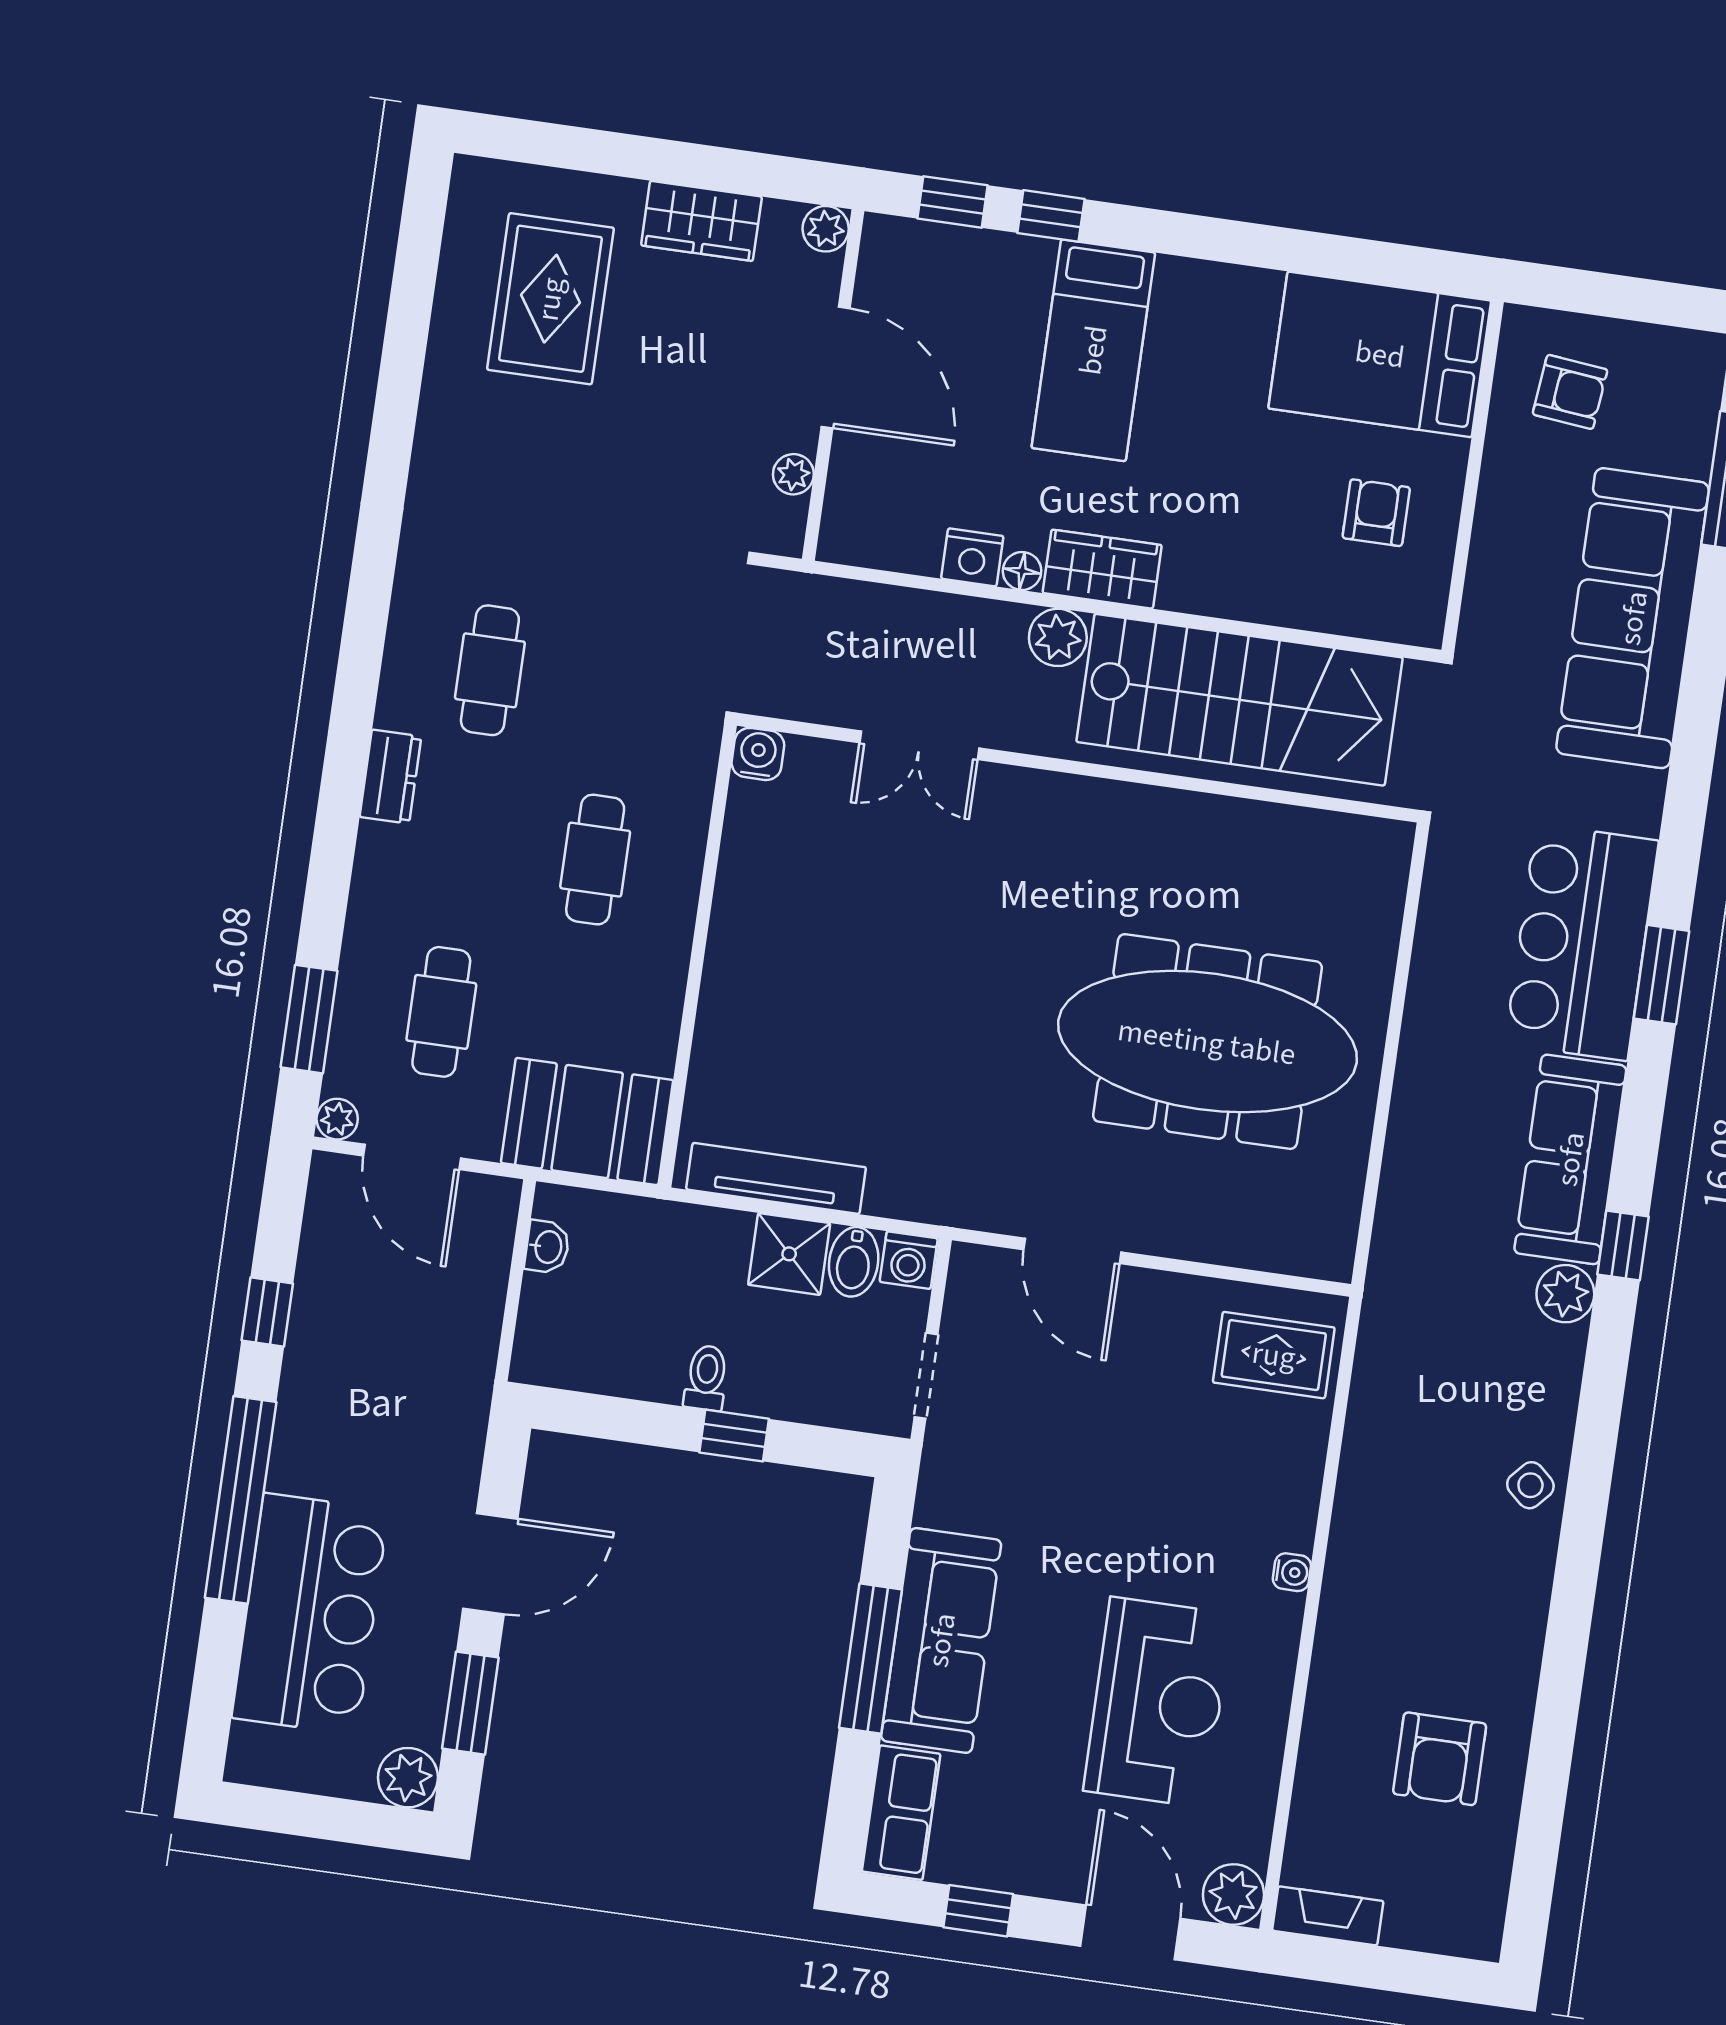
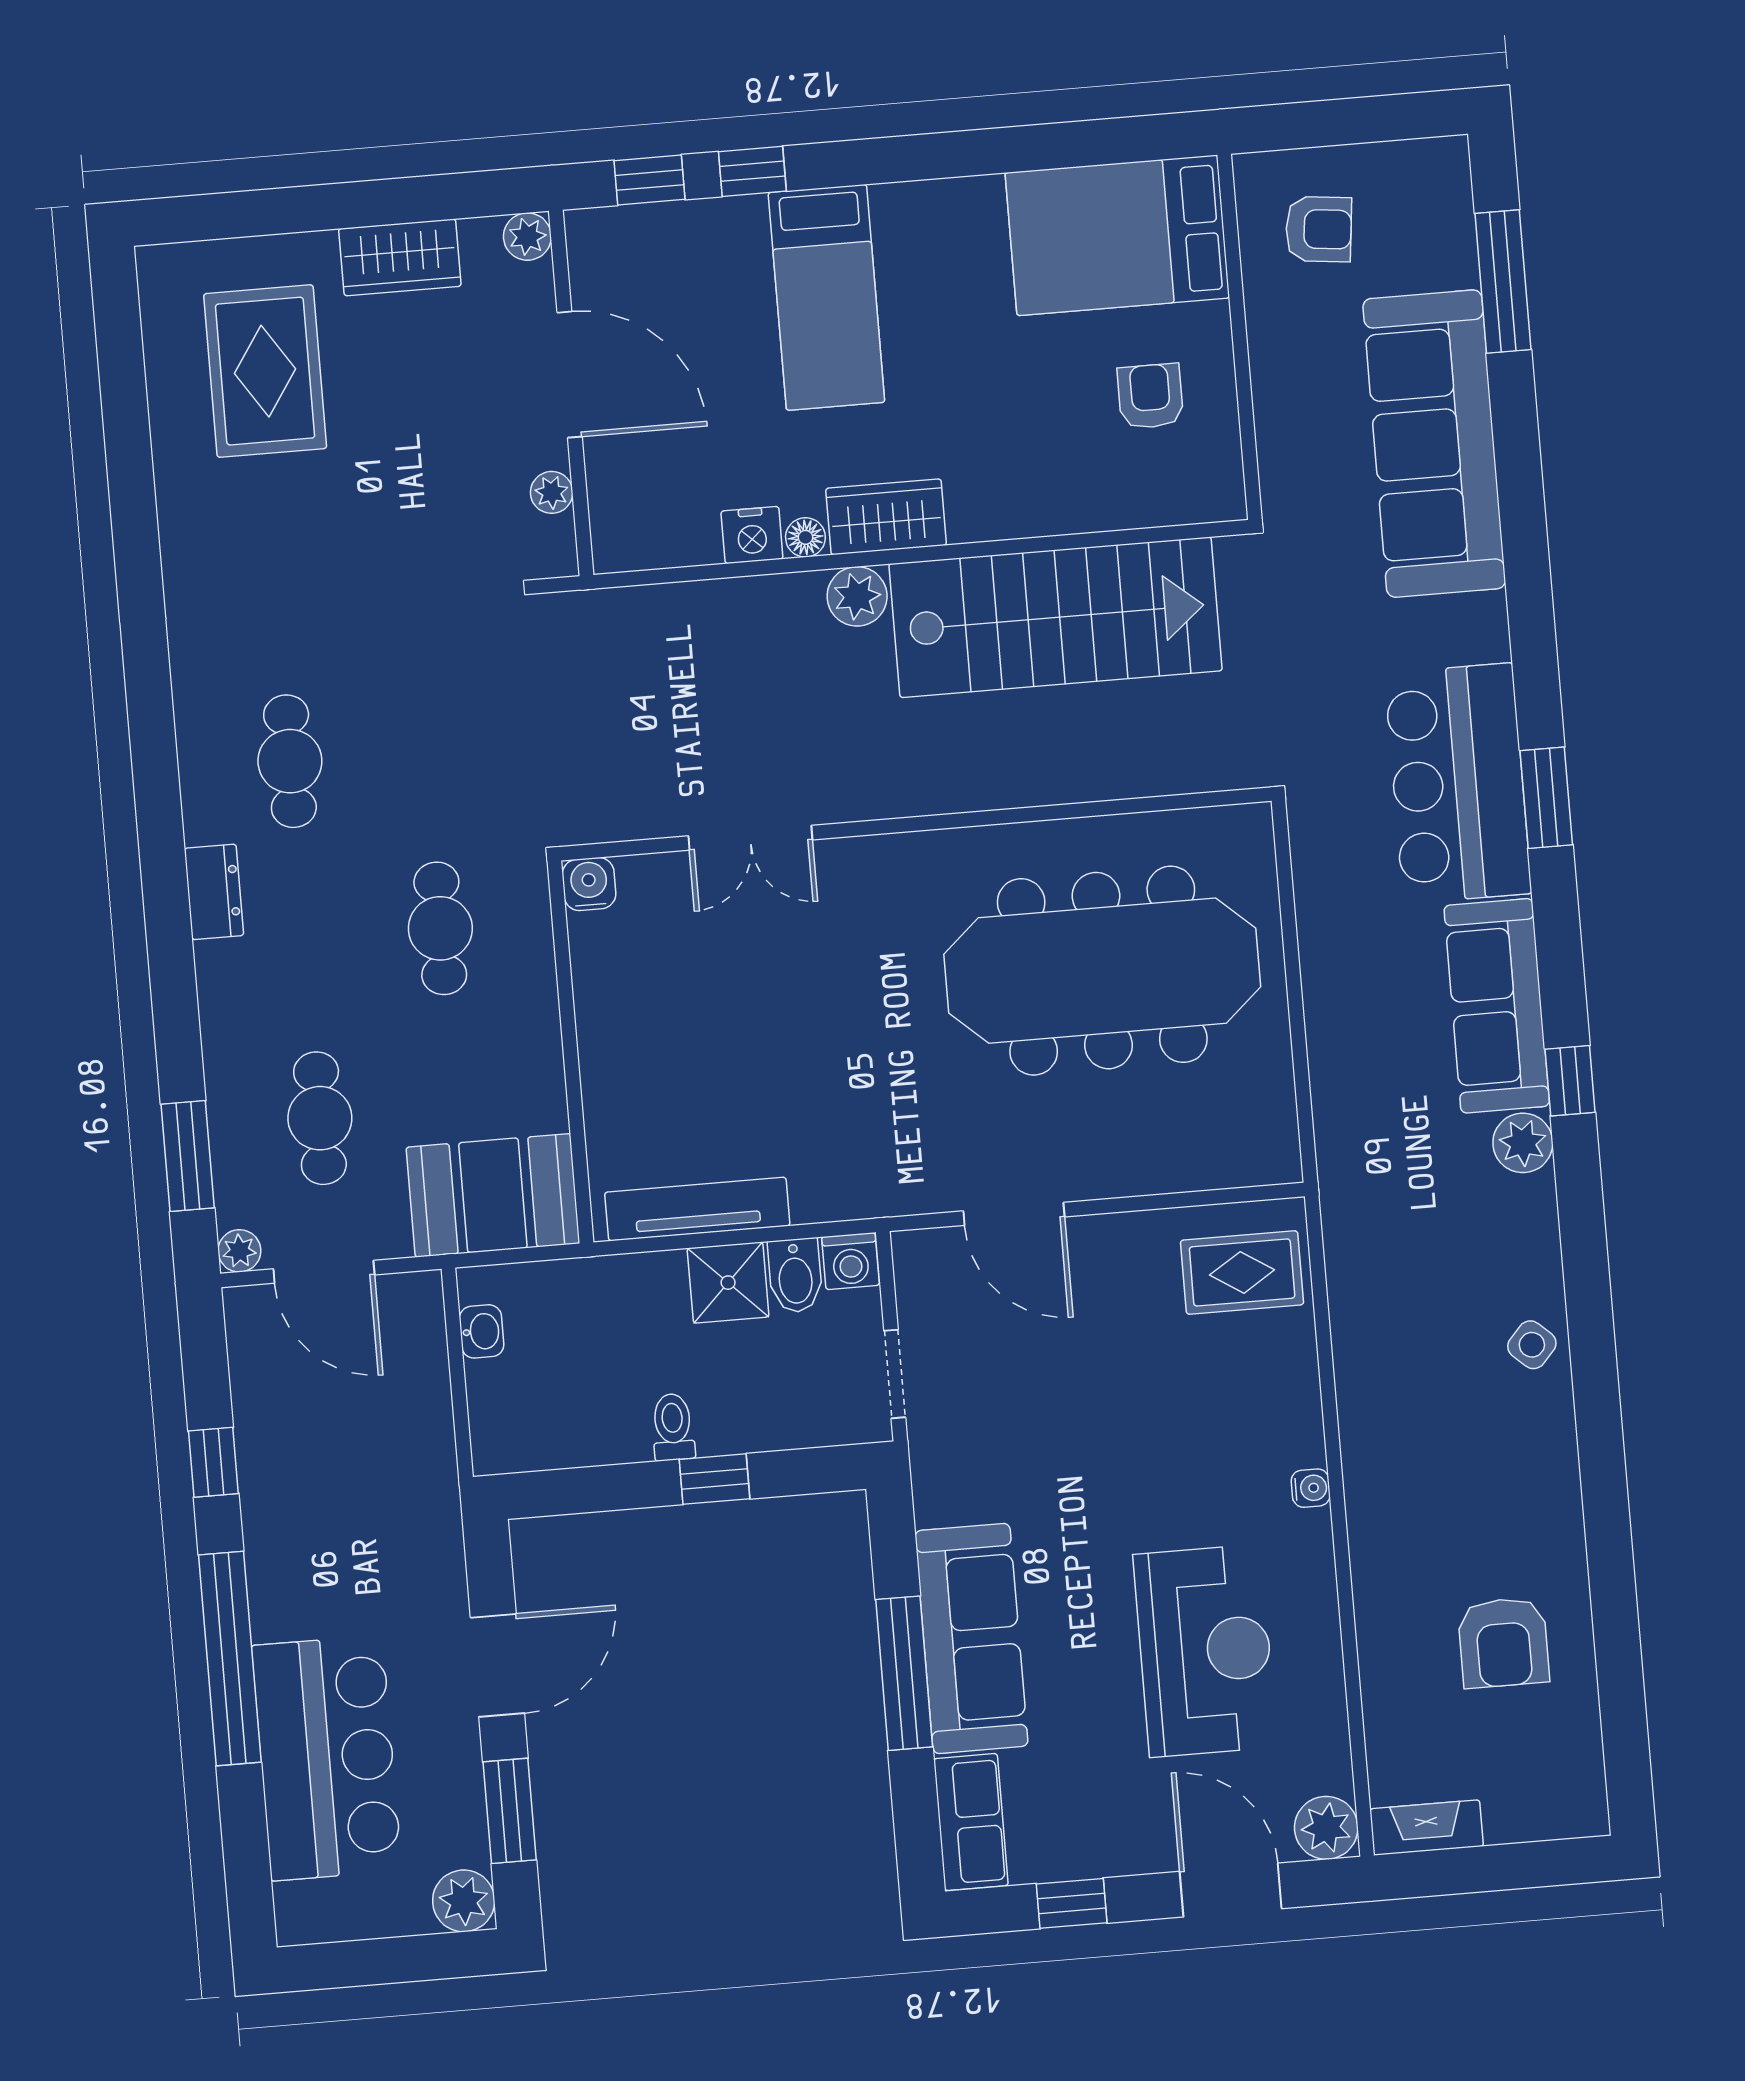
double door: (919, 745) -> (750, 838), moved
water cooler: (758, 754) -> (589, 884), moved
wall: (1078, 768) -> (916, 824), moved

